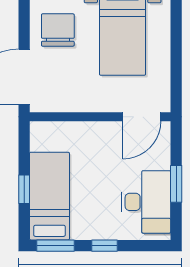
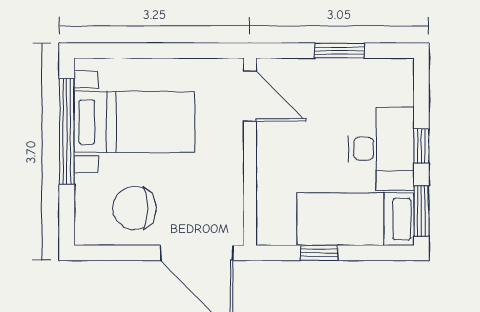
window: (24, 189) -> (319, 253), moved
desk: (146, 202) -> (381, 149), moved, turned 90

